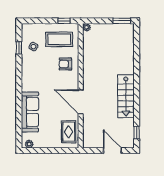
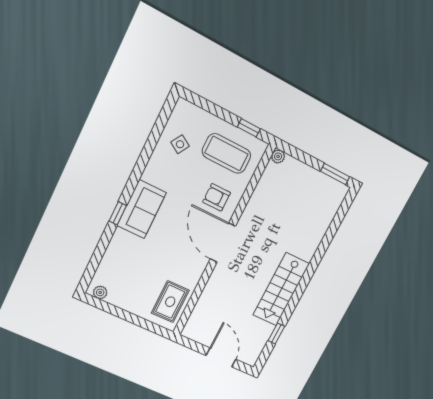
window: (19, 48) -> (118, 213), moved
door: (81, 102) -> (223, 243), moved
sofa: (30, 112) -> (142, 209), moved, width x0.73
window: (137, 133) -> (276, 333), moved

